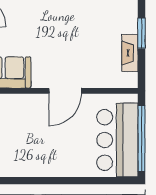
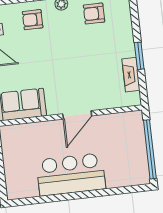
bar counter: (117, 140) -> (71, 174), moved, turned 90

